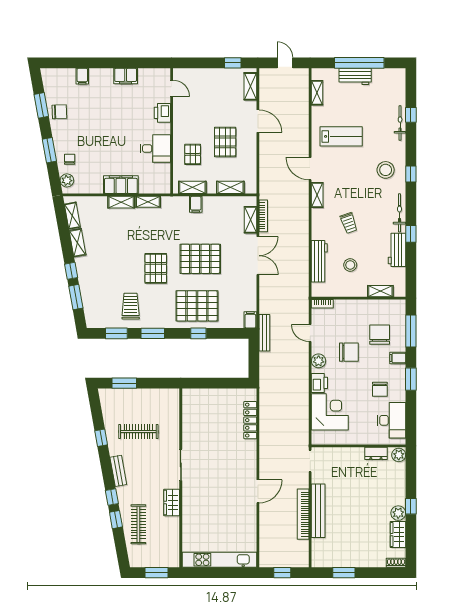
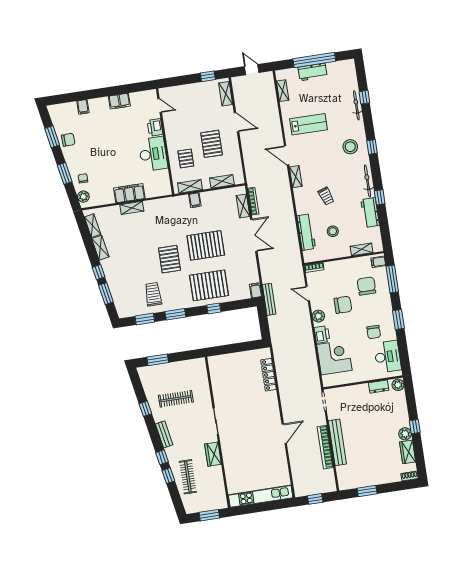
desk: (155, 149) -> (153, 154), width x1.37
shelving: (148, 202) -> (154, 204), removed
filing cabinet: (398, 358) -> (378, 262), moved

